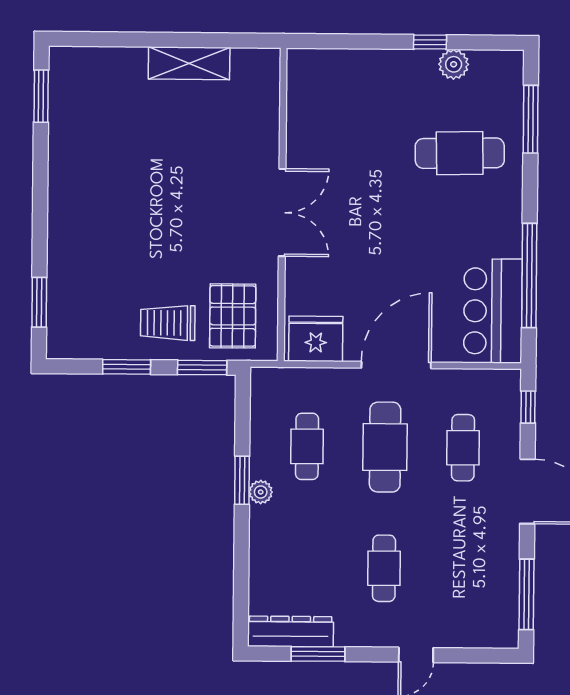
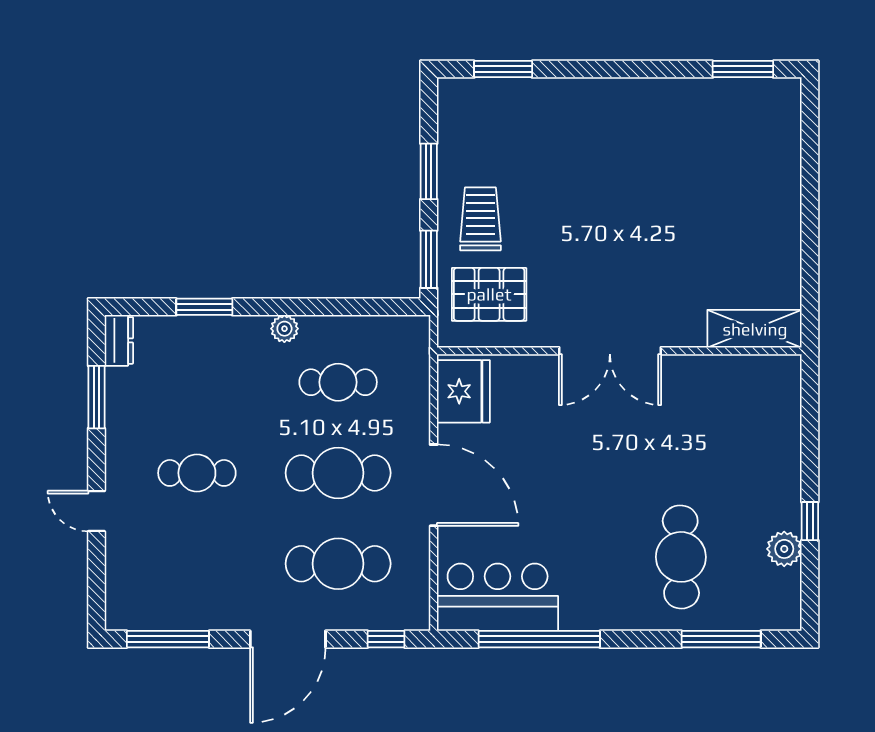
shelving: (189, 63) -> (755, 329), moved, turned 90
cafe table: (463, 448) -> (338, 564), width x1.37, depth x1.35
window: (242, 480) -> (204, 307), moved
dresser: (291, 631) -> (119, 340), width x0.51, depth x0.80

